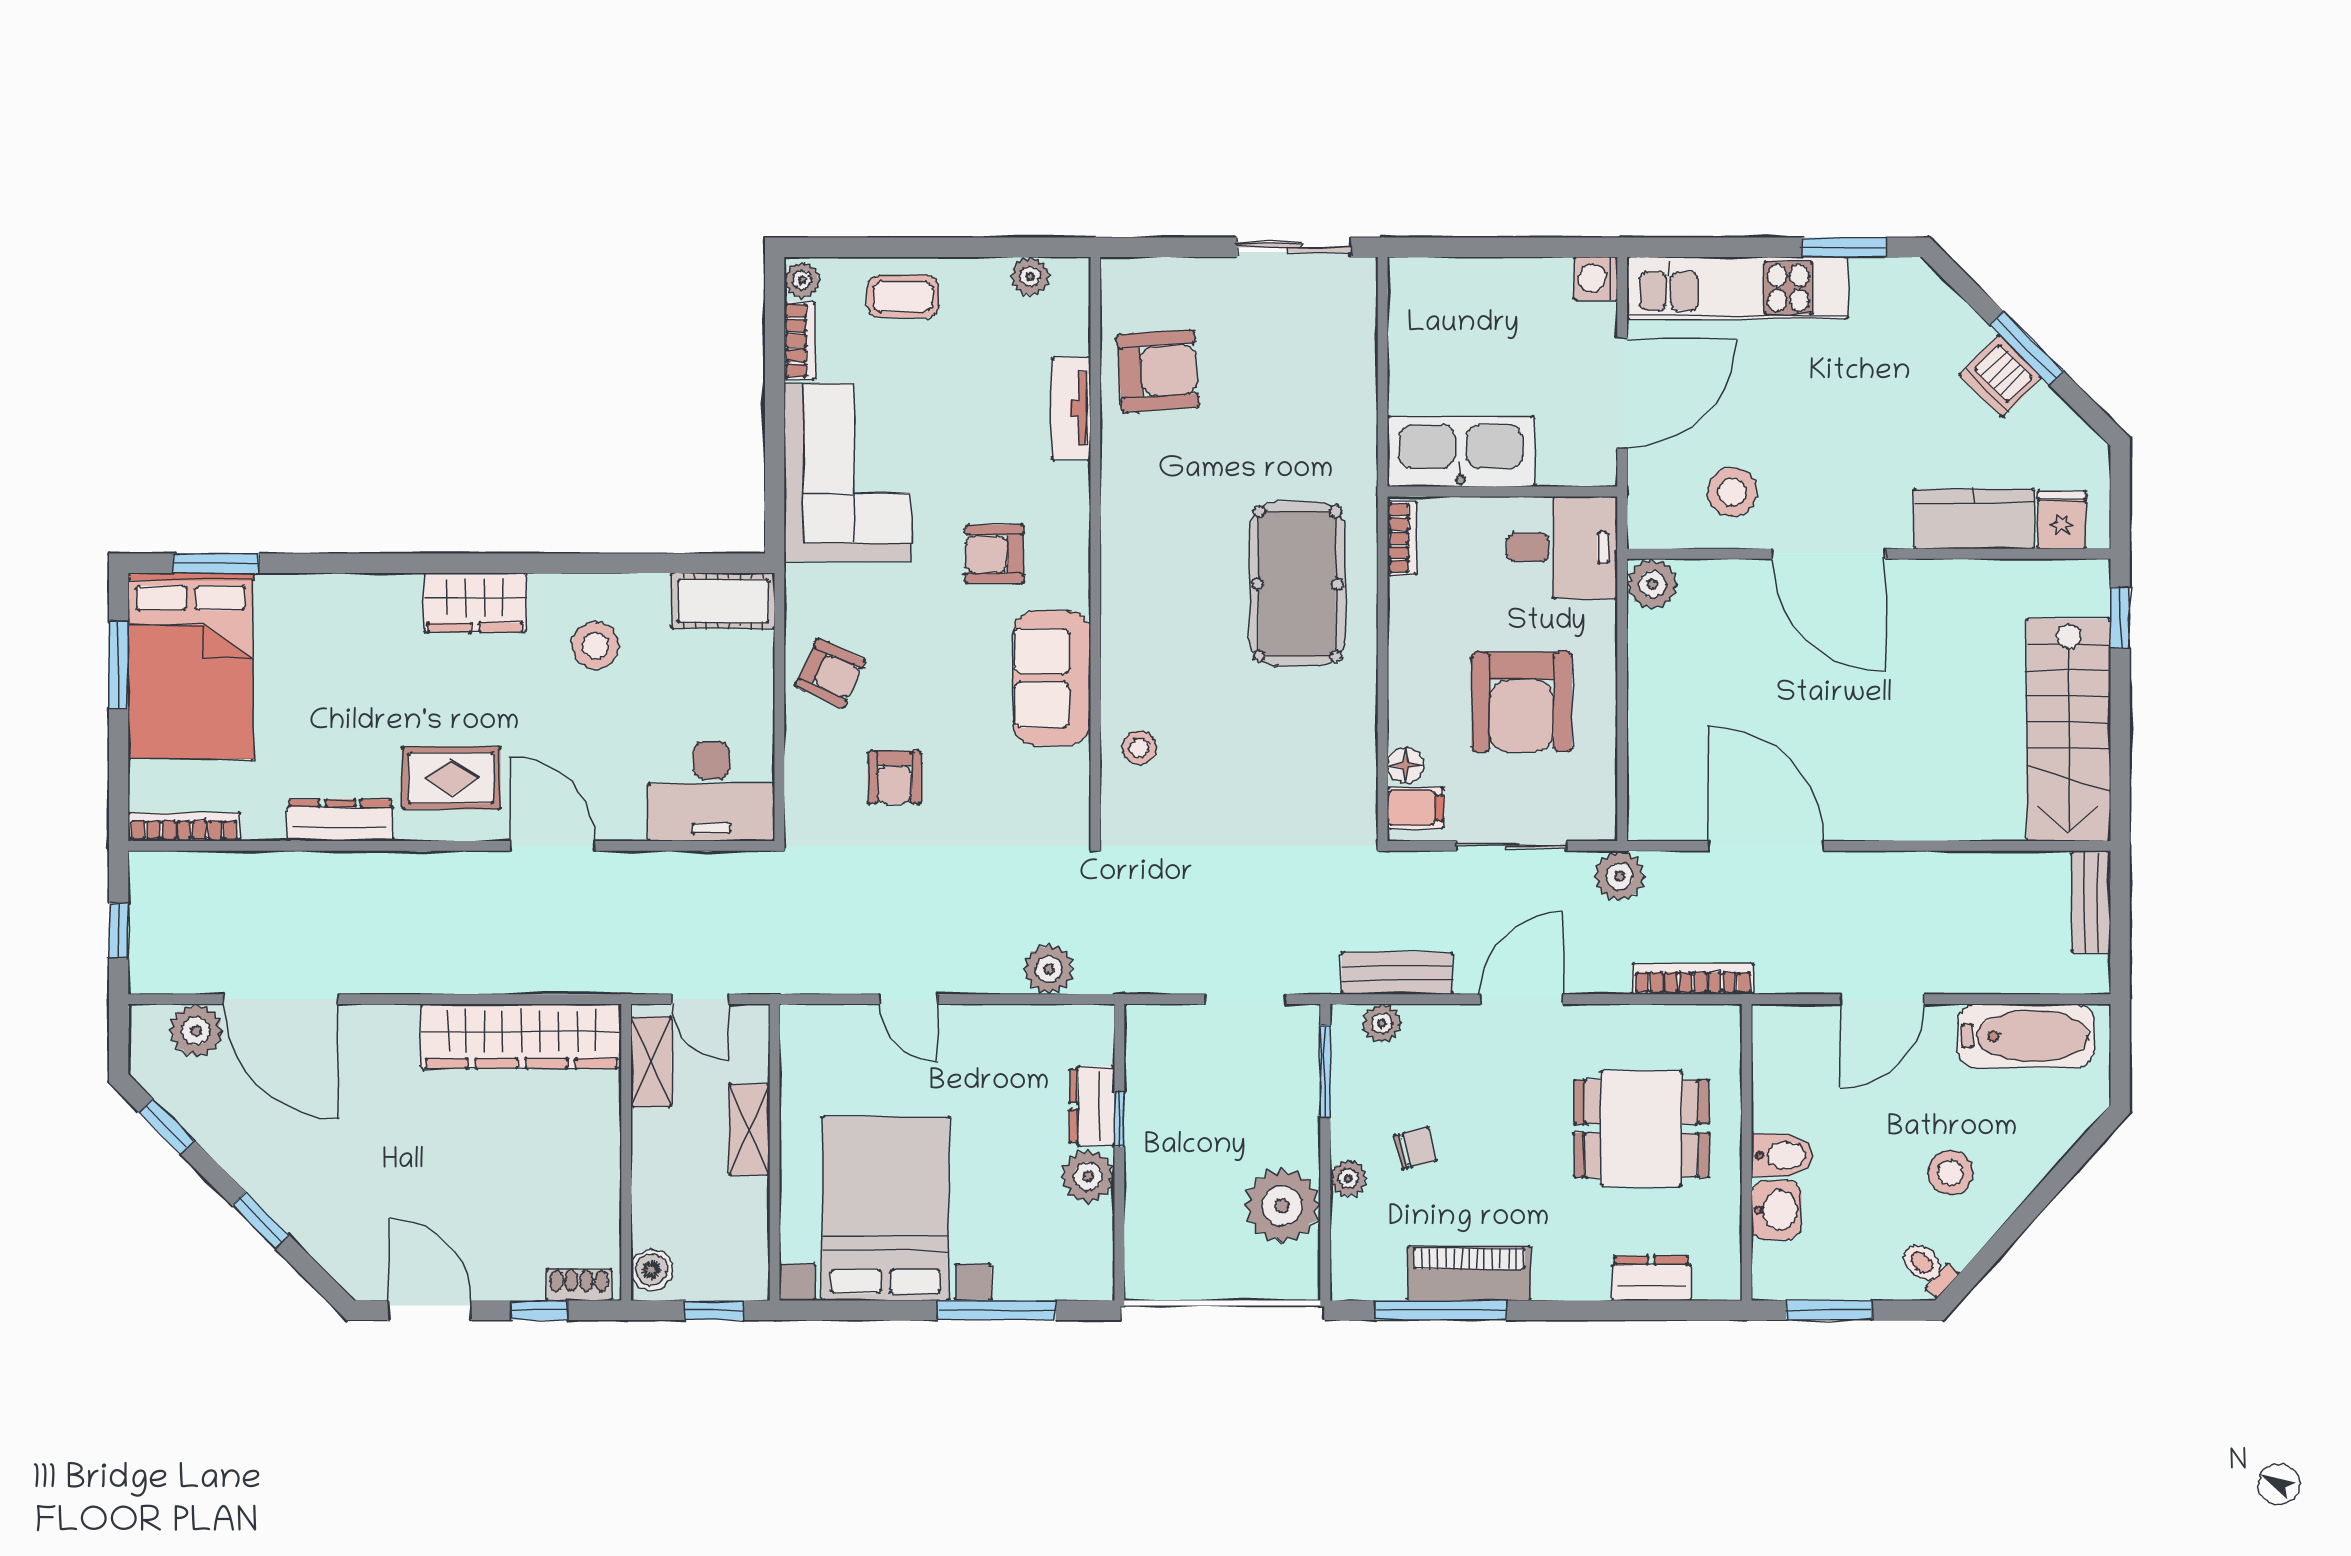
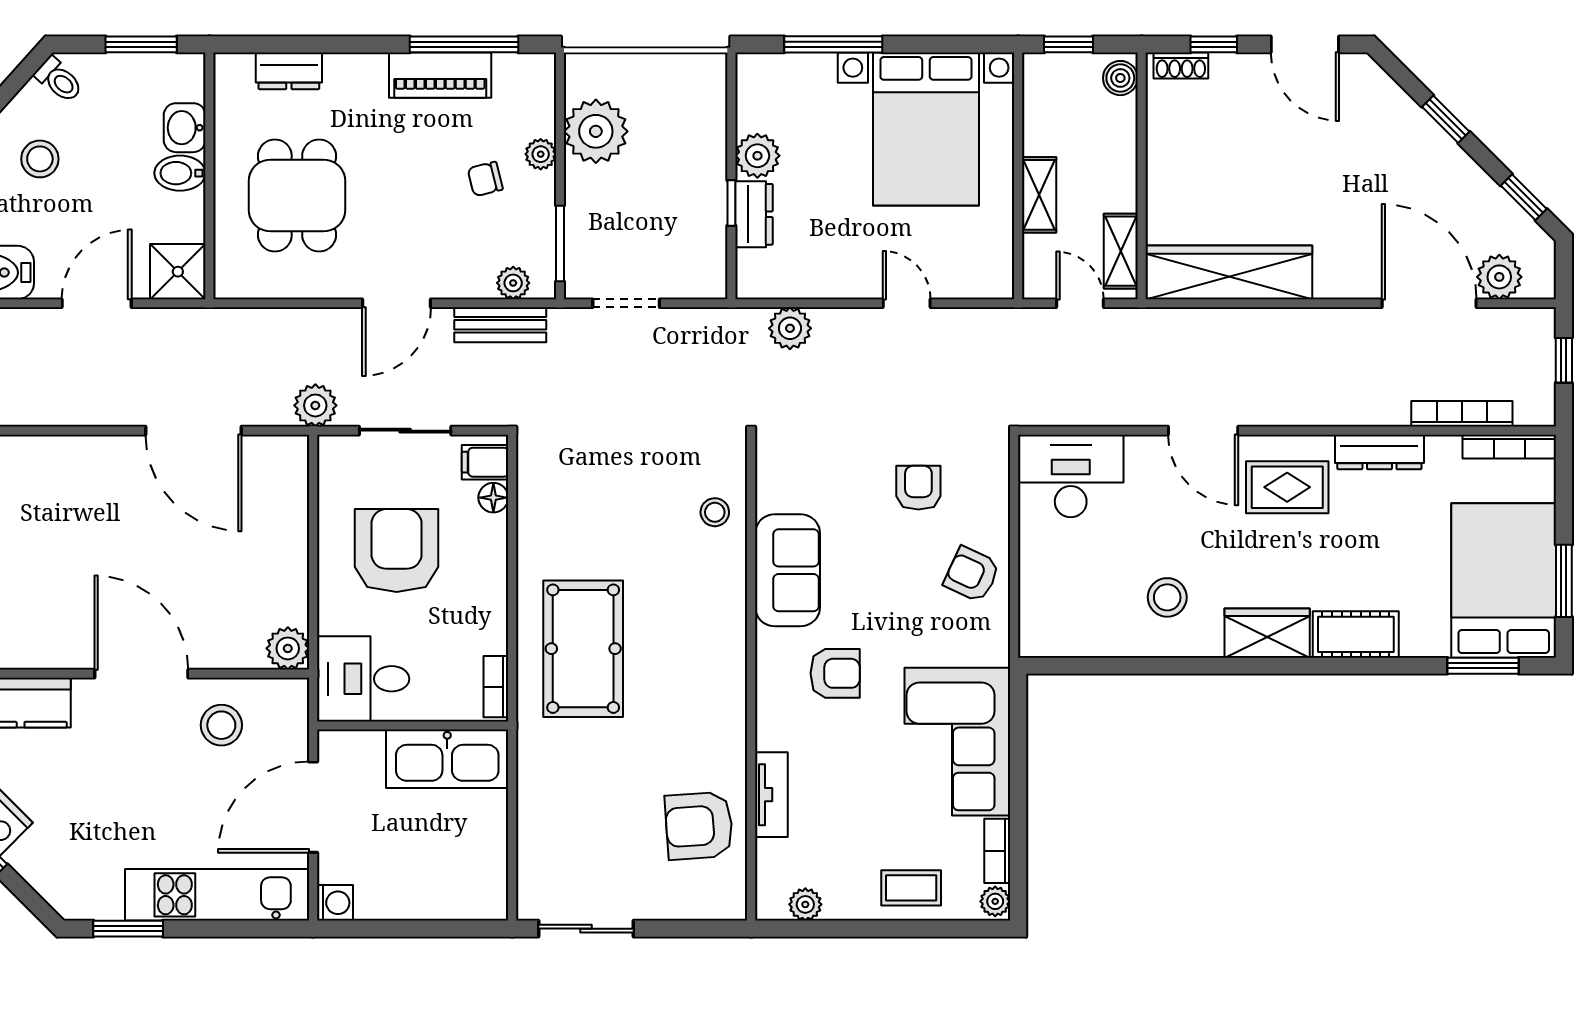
cot: (723, 601) -> (1356, 634), moved
bookcase: (1693, 979) -> (1462, 414), moved, turned 180
shower: (1785, 1037) -> (178, 272), added
dining table: (1641, 1129) -> (297, 195), turned 90

